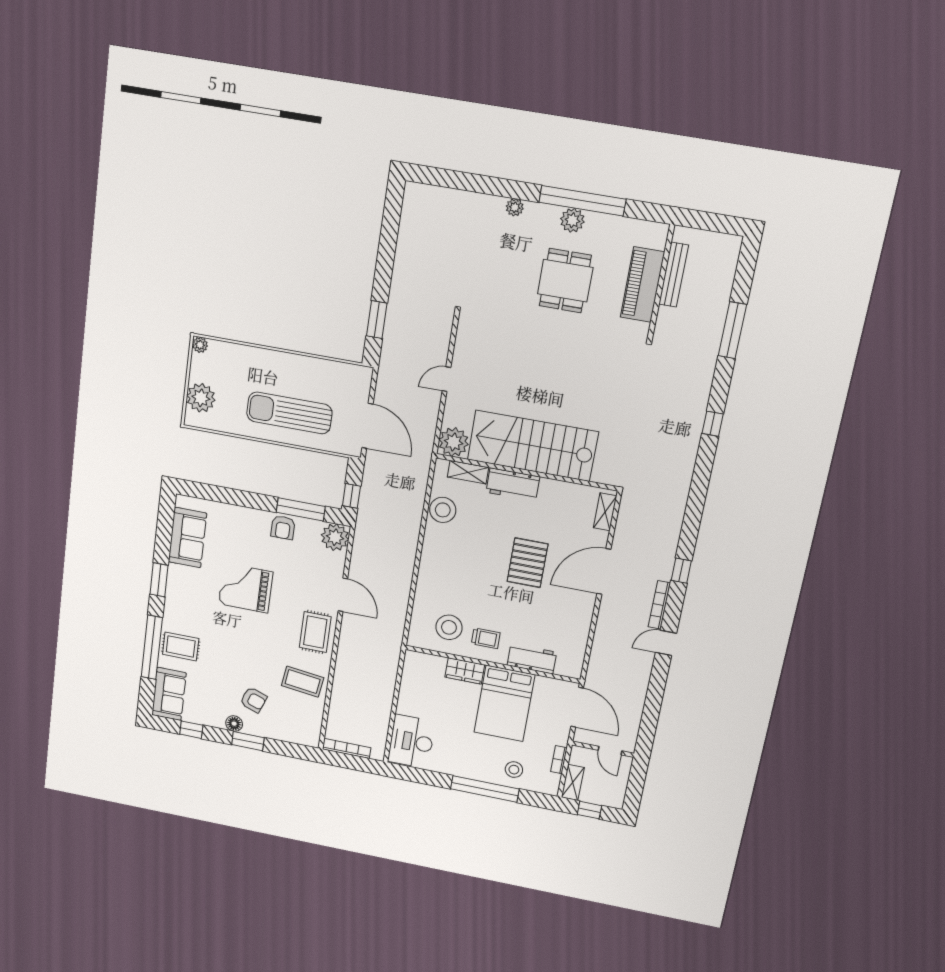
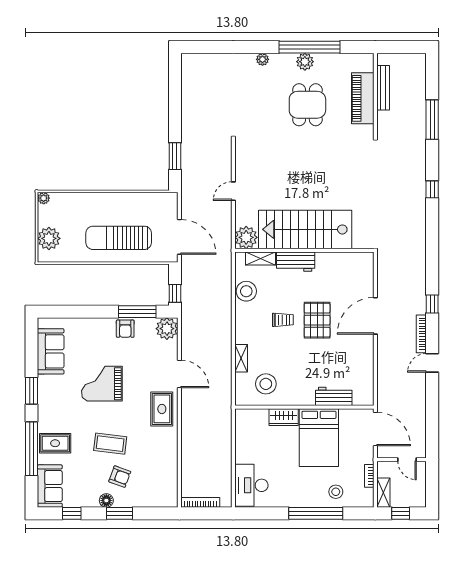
shelving: (605, 512) -> (241, 358), moved
trolley: (486, 638) -> (283, 320), moved
coffee table: (303, 682) -> (110, 444), moved

